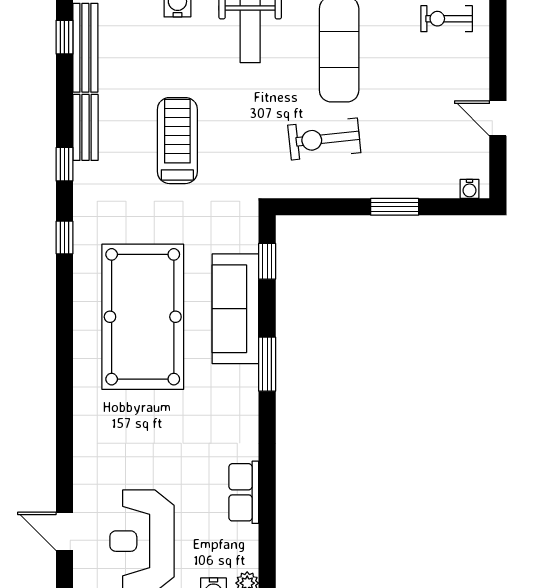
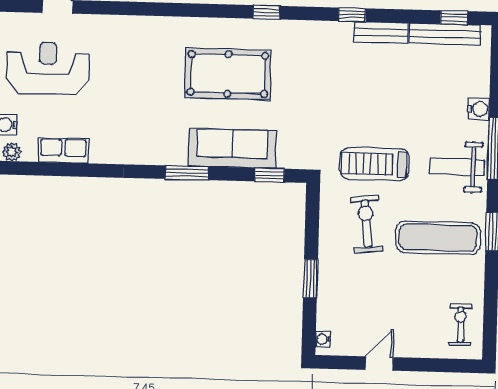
treadmill: (177, 141) -> (375, 164), moved, turned 180
window: (64, 238) -> (266, 12), moved
pool table: (143, 317) -> (228, 74), width x0.73, depth x0.76
row of seats: (244, 492) -> (63, 151), moved

